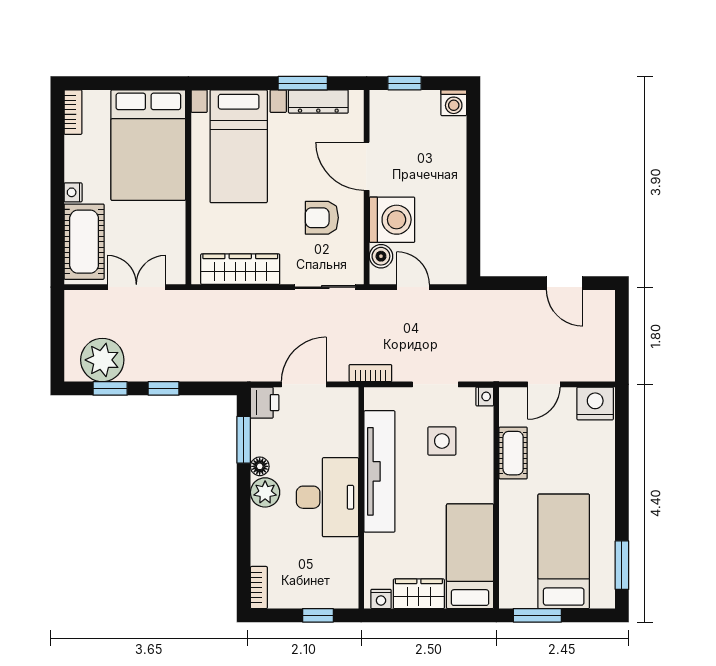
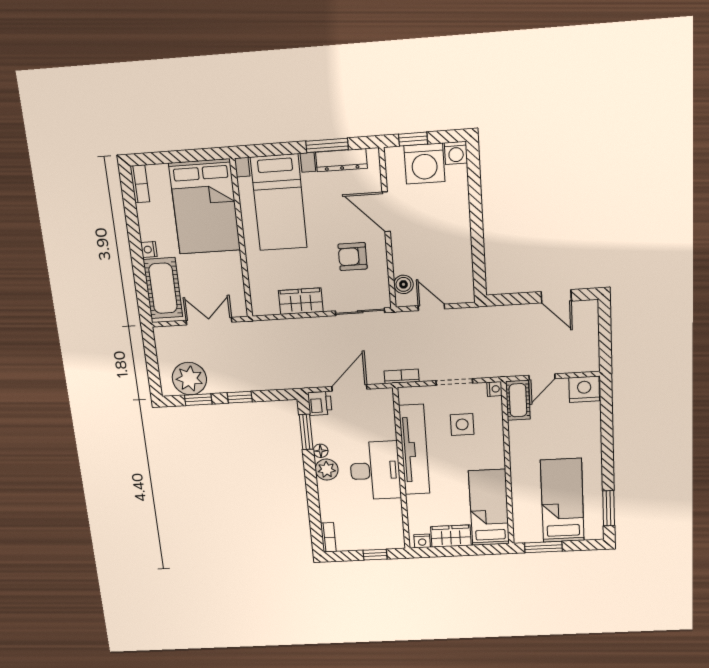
washing machine: (392, 220) -> (424, 164), moved, turned 90
wardrobe: (240, 269) -> (301, 301), width x0.67
cot: (513, 453) -> (518, 400), moved

